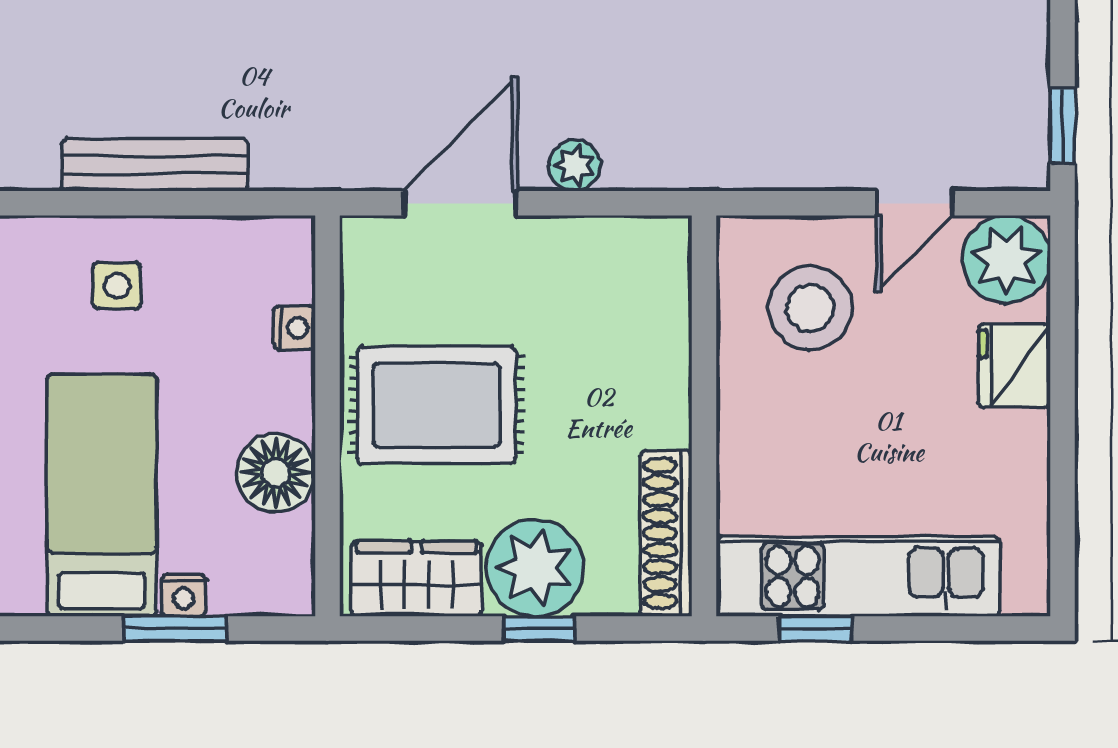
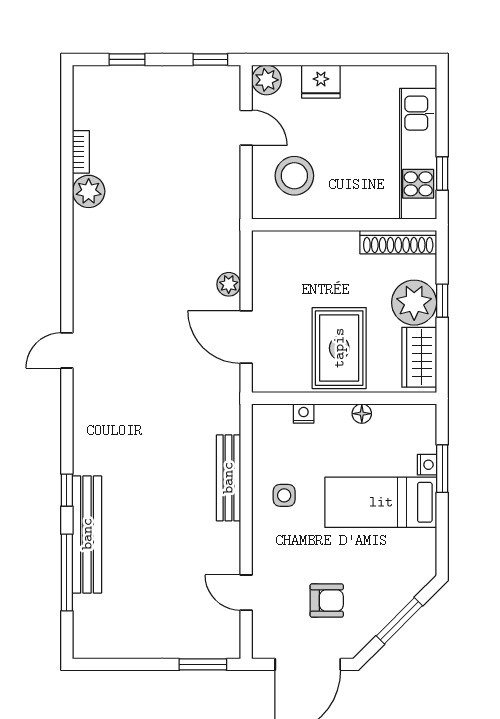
plant: (1006, 259) -> (267, 80), width x0.73, depth x0.73
floor lamp: (276, 473) -> (362, 414), width x0.53, depth x0.53

